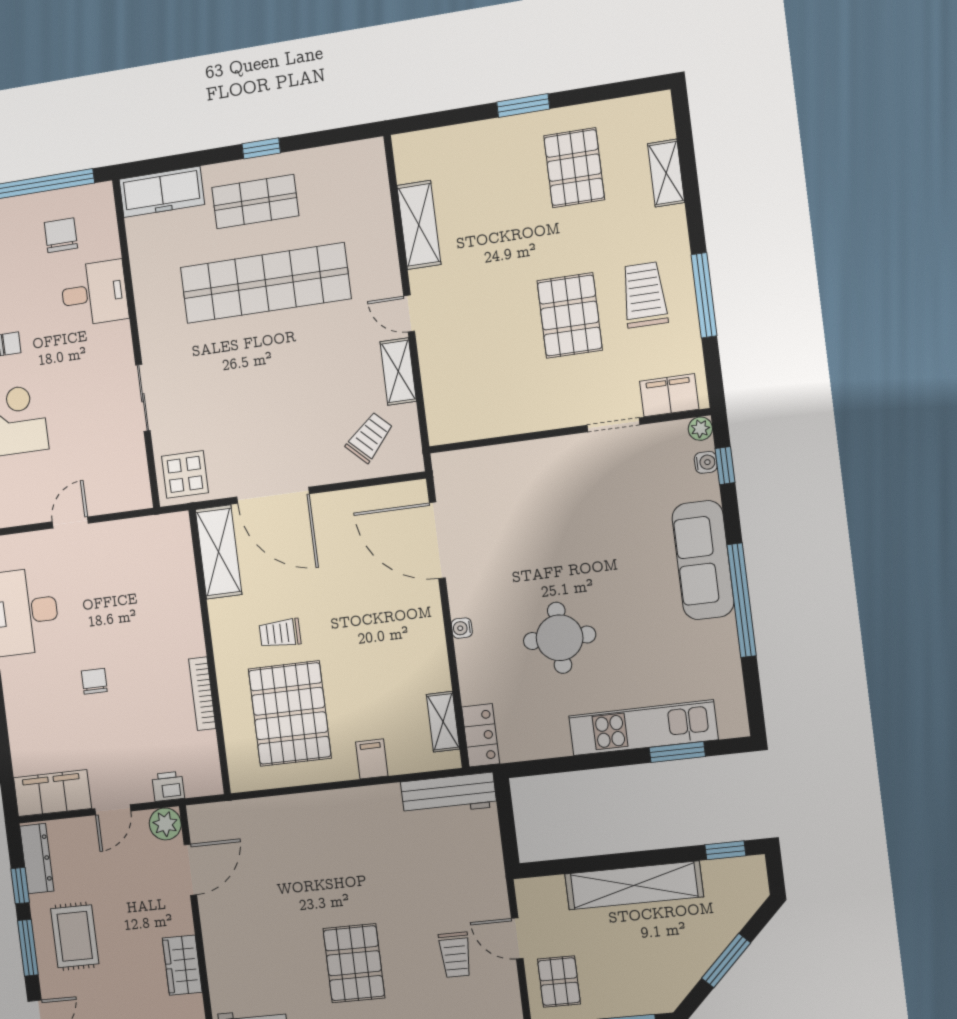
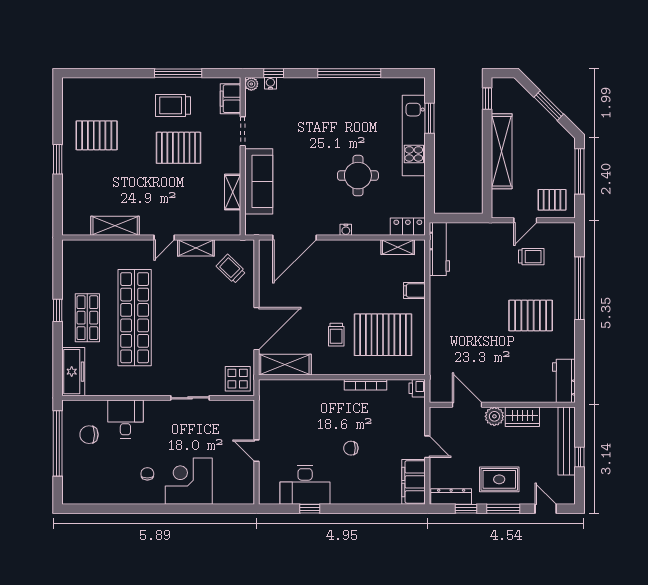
shelving: (666, 173) -> (233, 192), moved, turned 90
sofa: (703, 560) -> (259, 181), moved, turned -90
printer: (168, 786) -> (417, 388), moved
plant: (165, 824) -> (494, 416), moved

